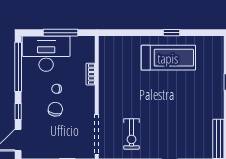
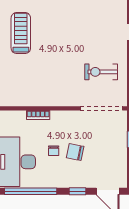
treadmill: (168, 58) -> (21, 33), width x0.73, depth x0.73
exercise bike: (131, 134) -> (101, 72), turned 180

